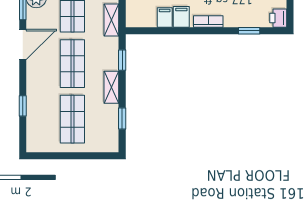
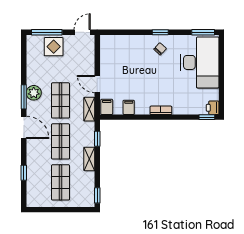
filing cabinet: (181, 17) -> (107, 107), moved
window: (249, 31) -> (207, 117), moved
door: (23, 44) -> (24, 127), hinge flipped
window: (122, 118) -> (97, 195), moved

